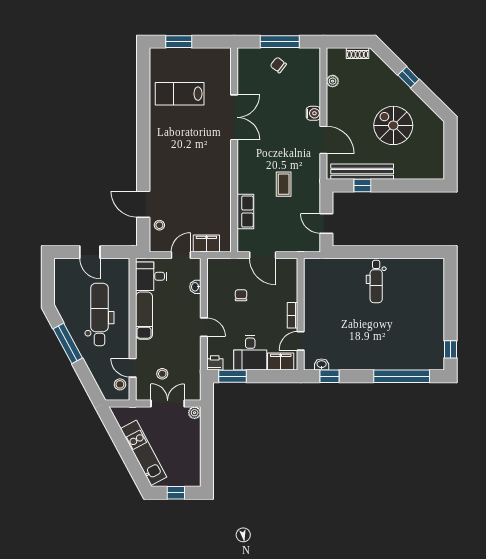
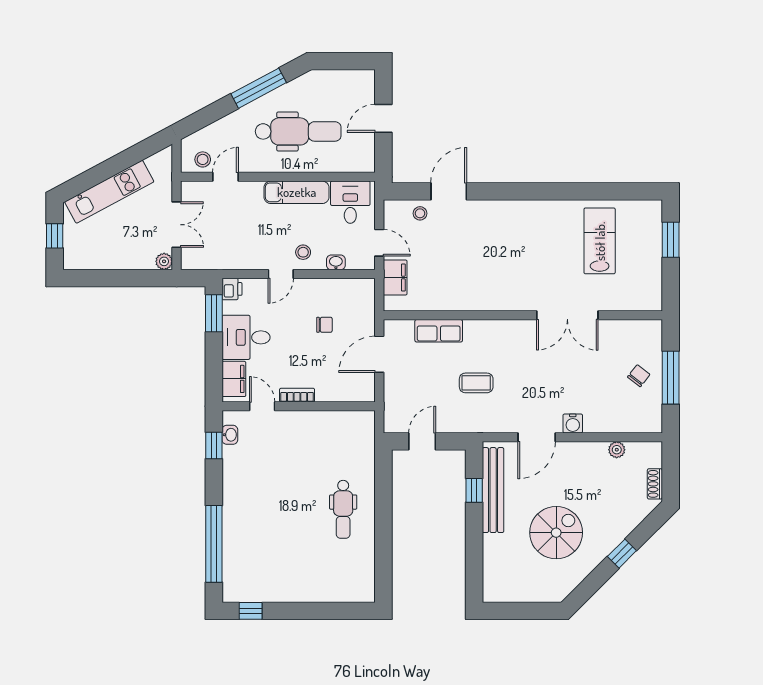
dental chair: (376, 281) -> (343, 509), turned -90
stool: (162, 374) -> (303, 252), moved

